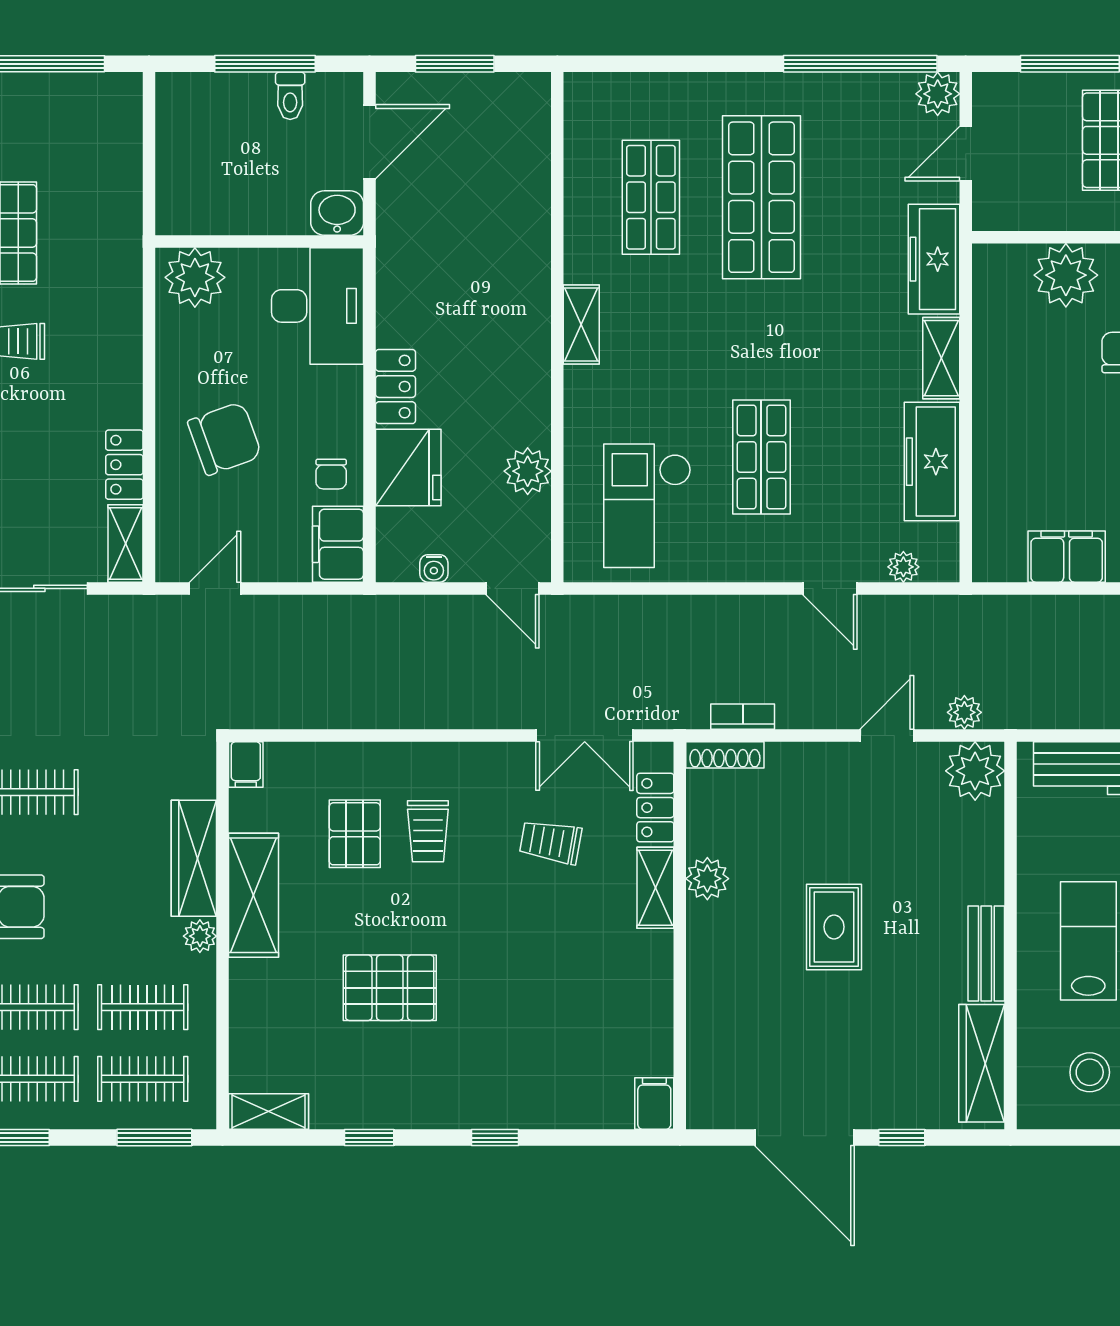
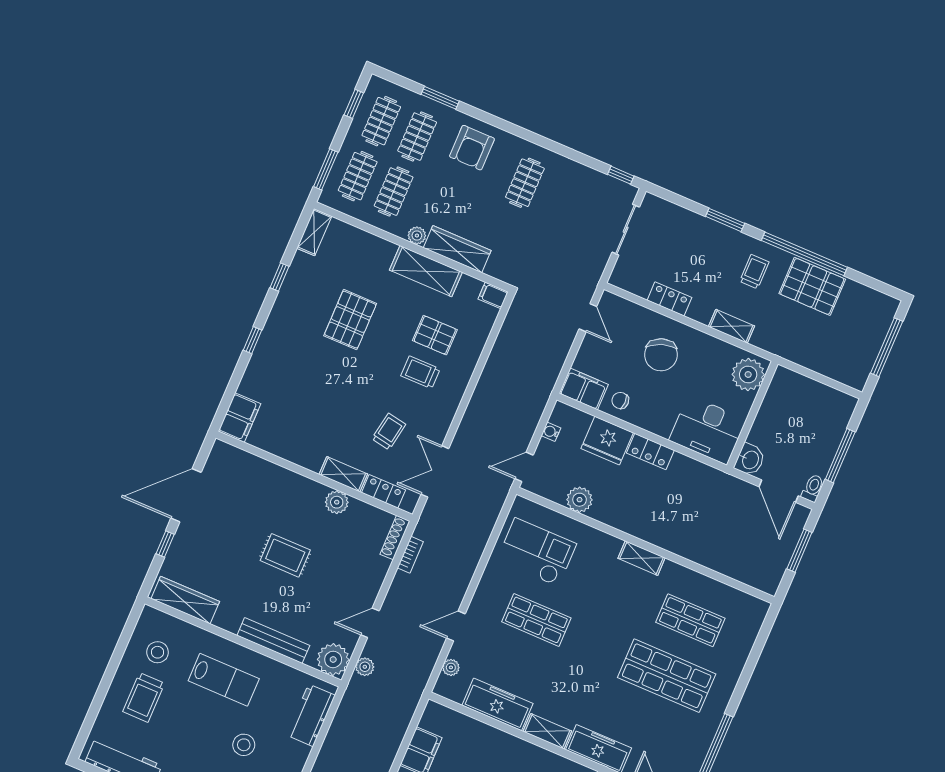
toilet: (290, 96) -> (813, 488), moved, turned 90
shelving: (125, 543) -> (732, 326), moved
door: (887, 735) -> (370, 623), swing flipped
bench: (986, 954) -> (273, 641), moved, width x1.36
filing cabinet: (654, 1104) -> (240, 418), width x2.00

